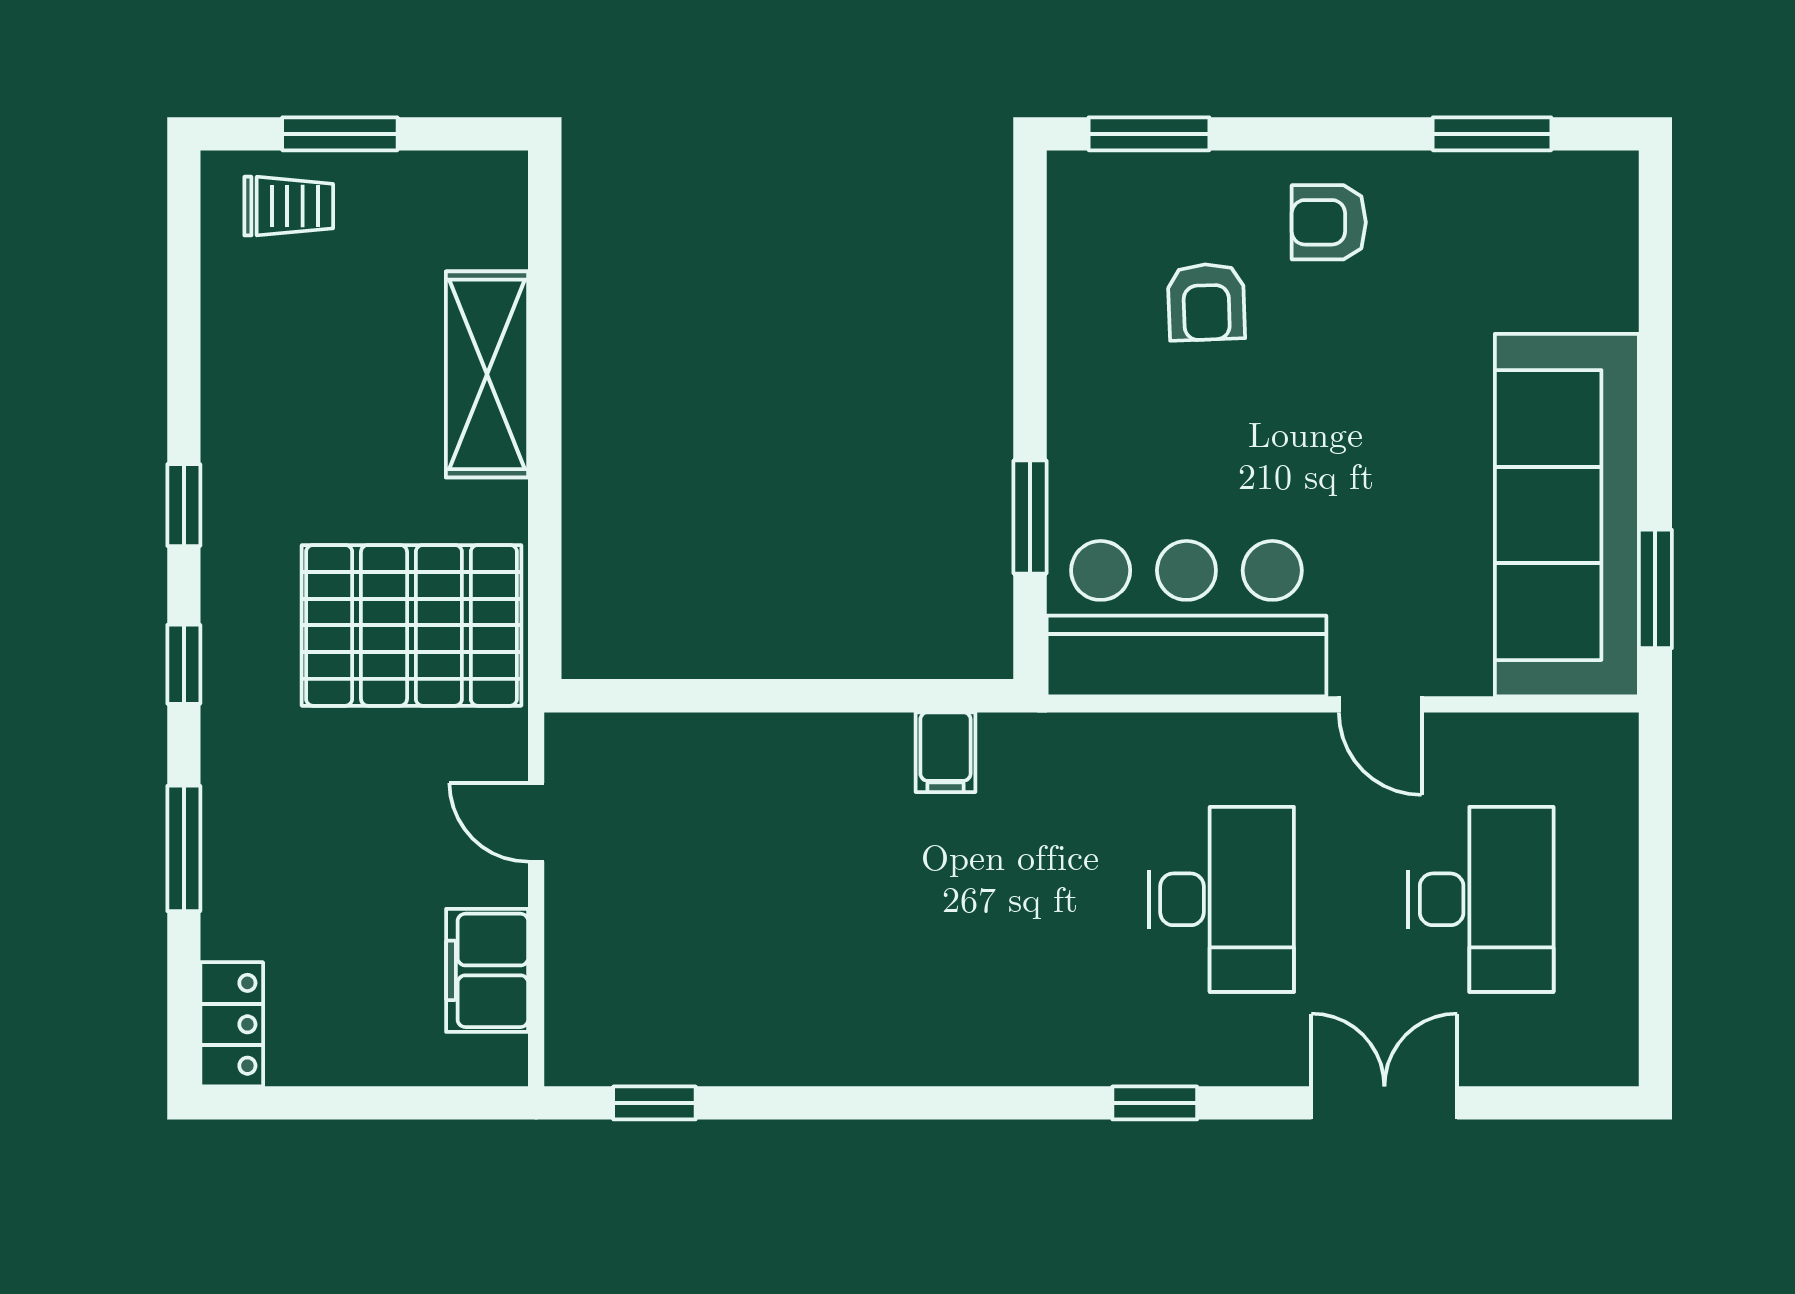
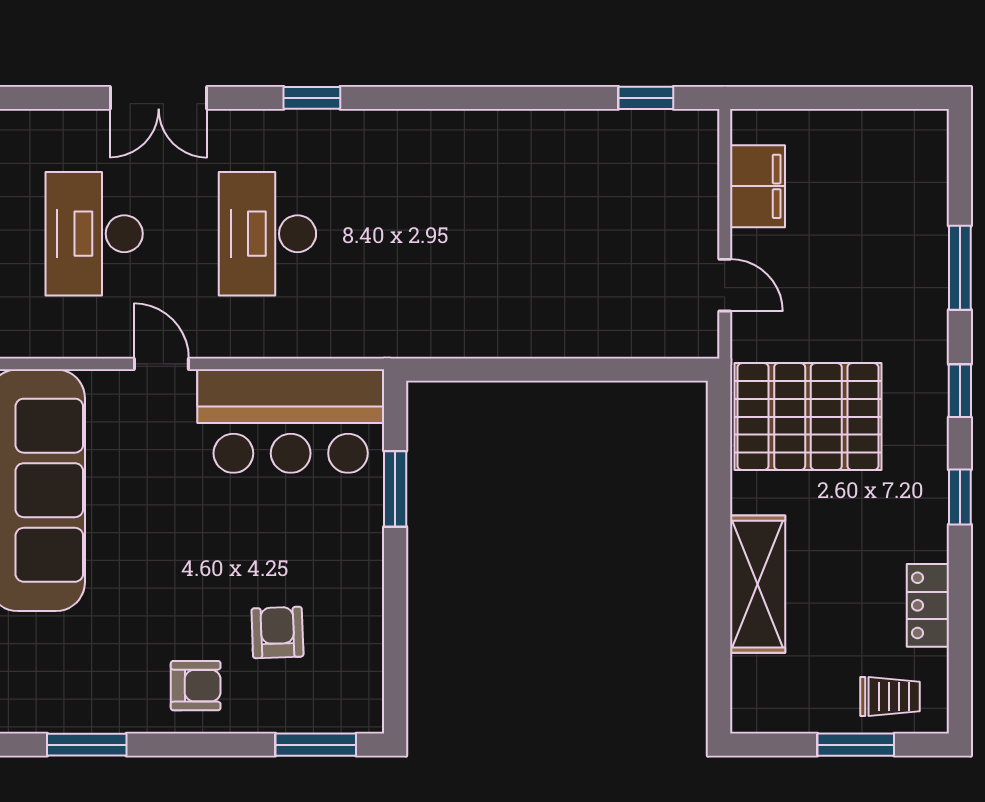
trolley: (289, 206) -> (890, 696), turned 180
filing cabinet: (945, 752) -> (452, 332), removed
locker: (232, 1024) -> (928, 605), moved

